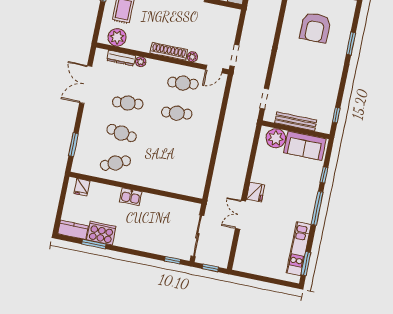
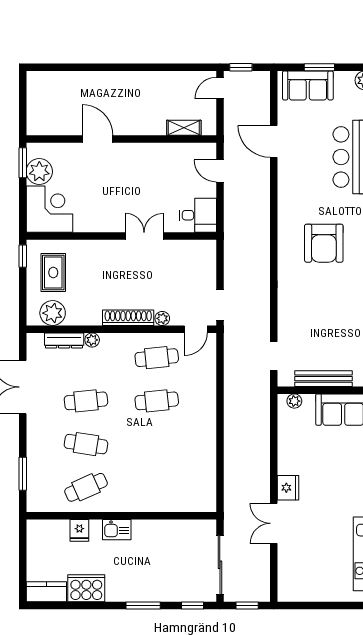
plant: (276, 138) -> (294, 401), width x0.53, depth x0.53
fridge: (82, 187) -> (79, 530), moved
window: (94, 244) -> (143, 605), moved

